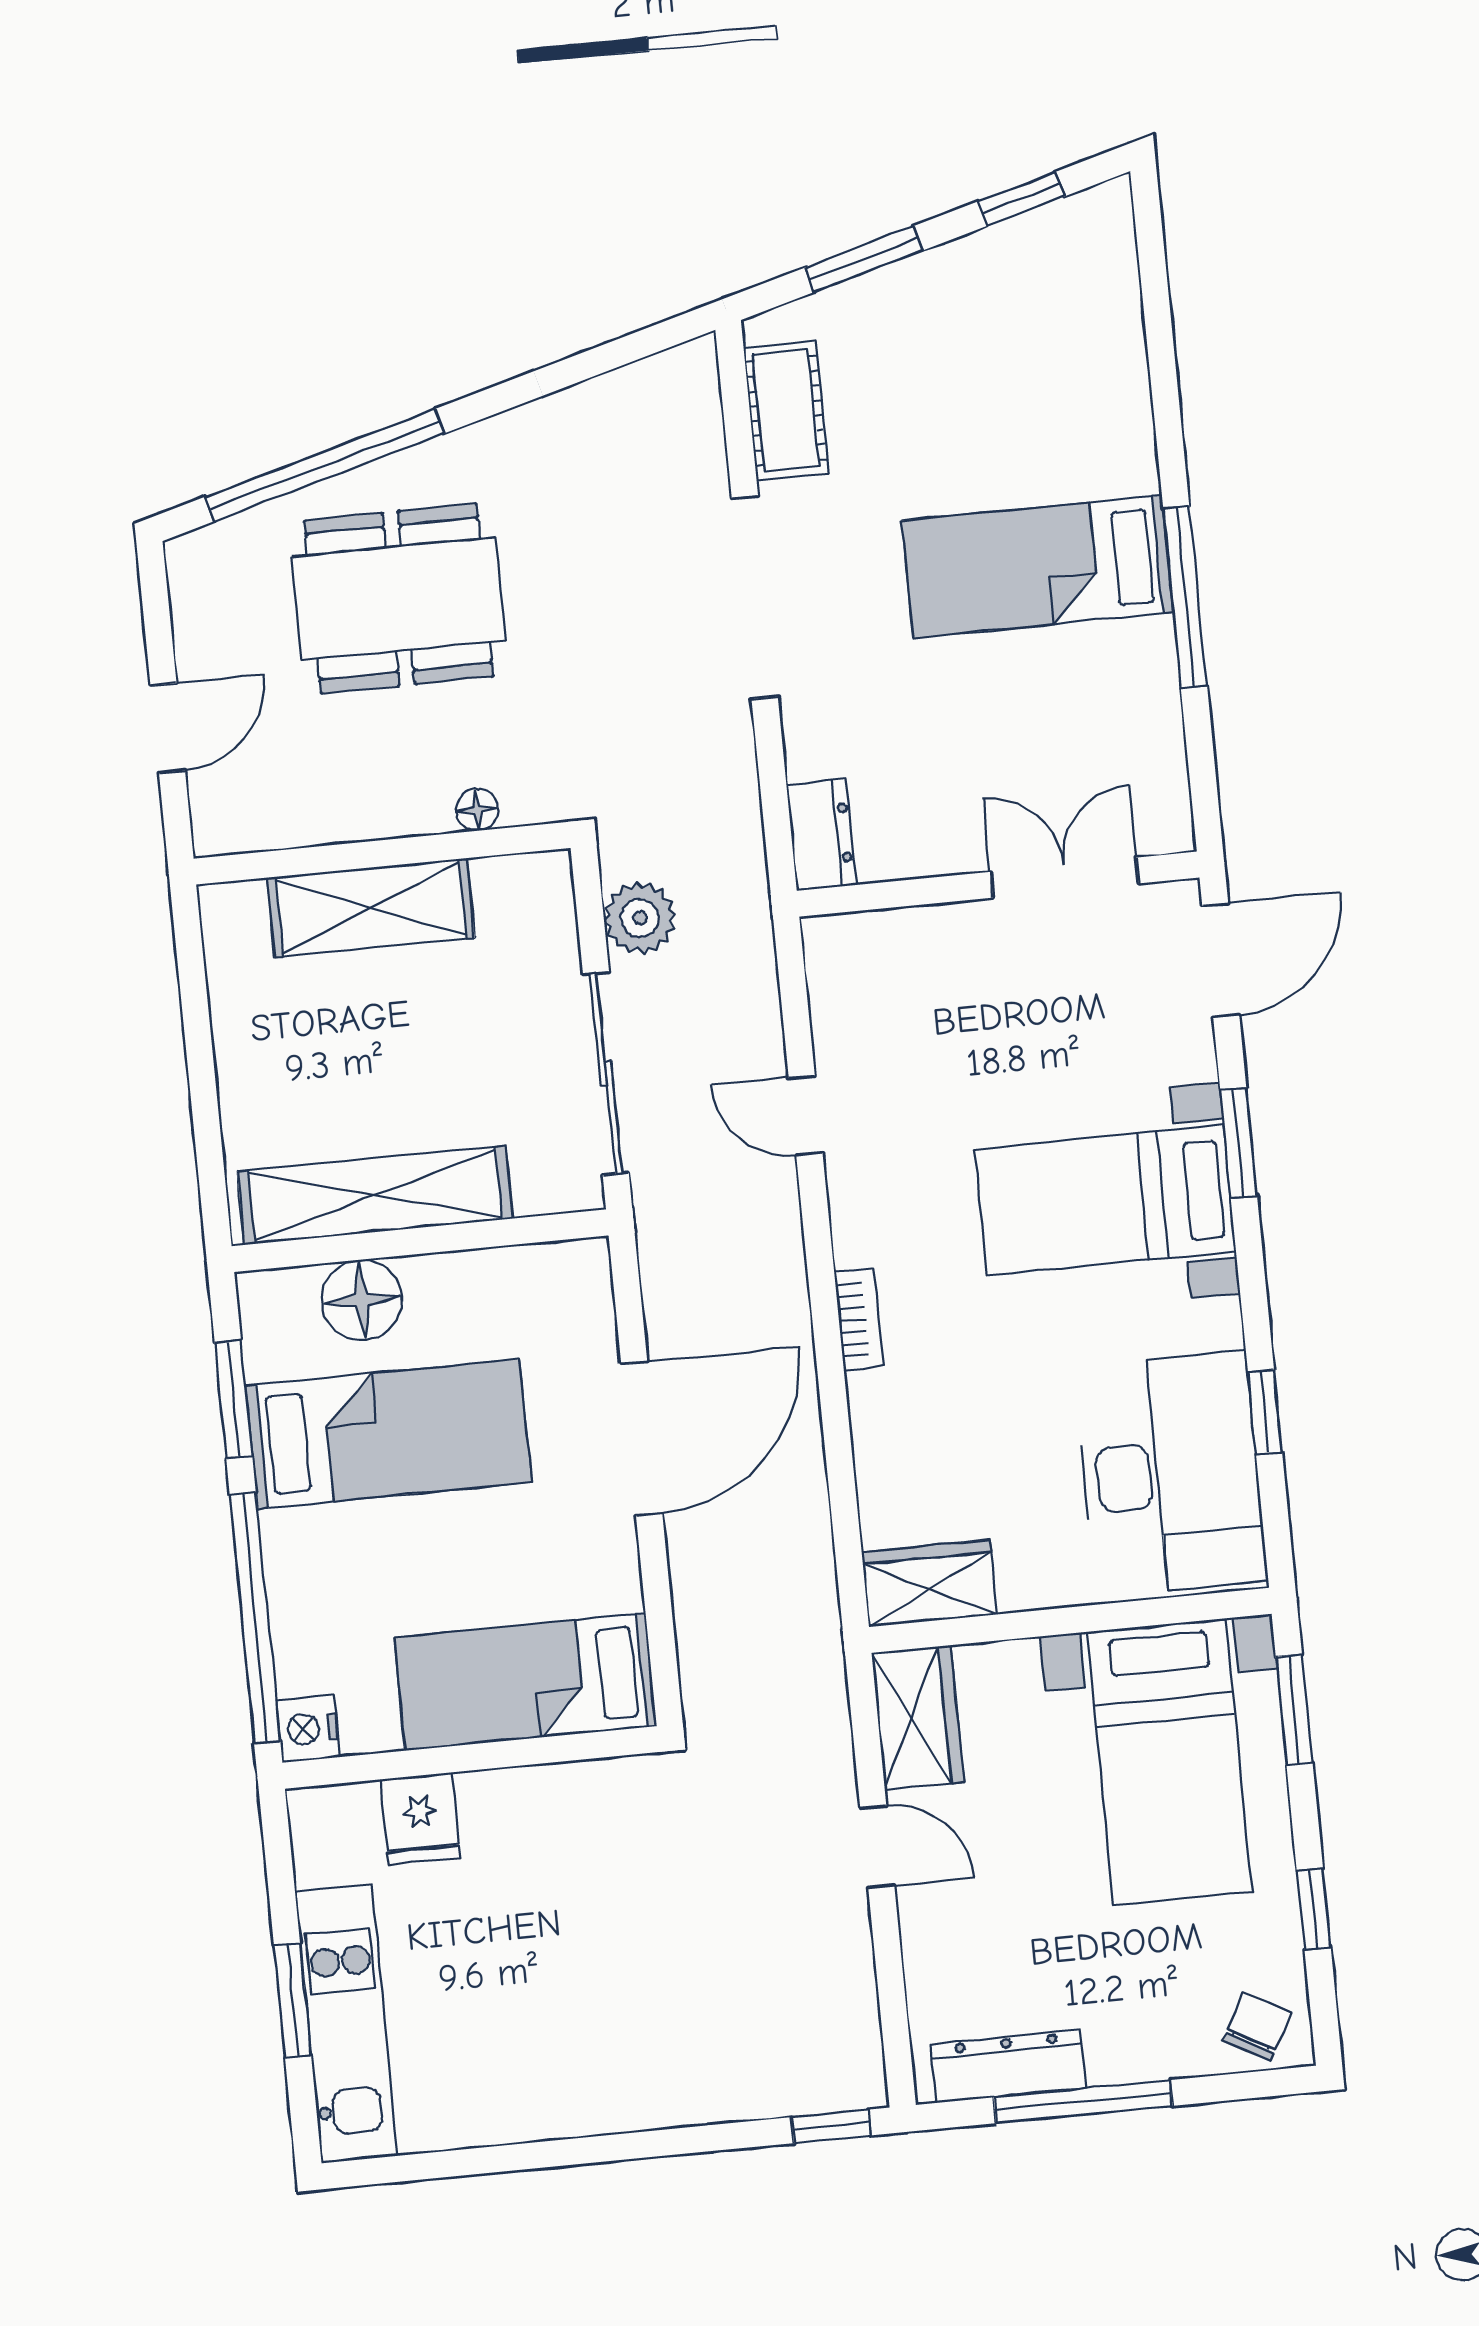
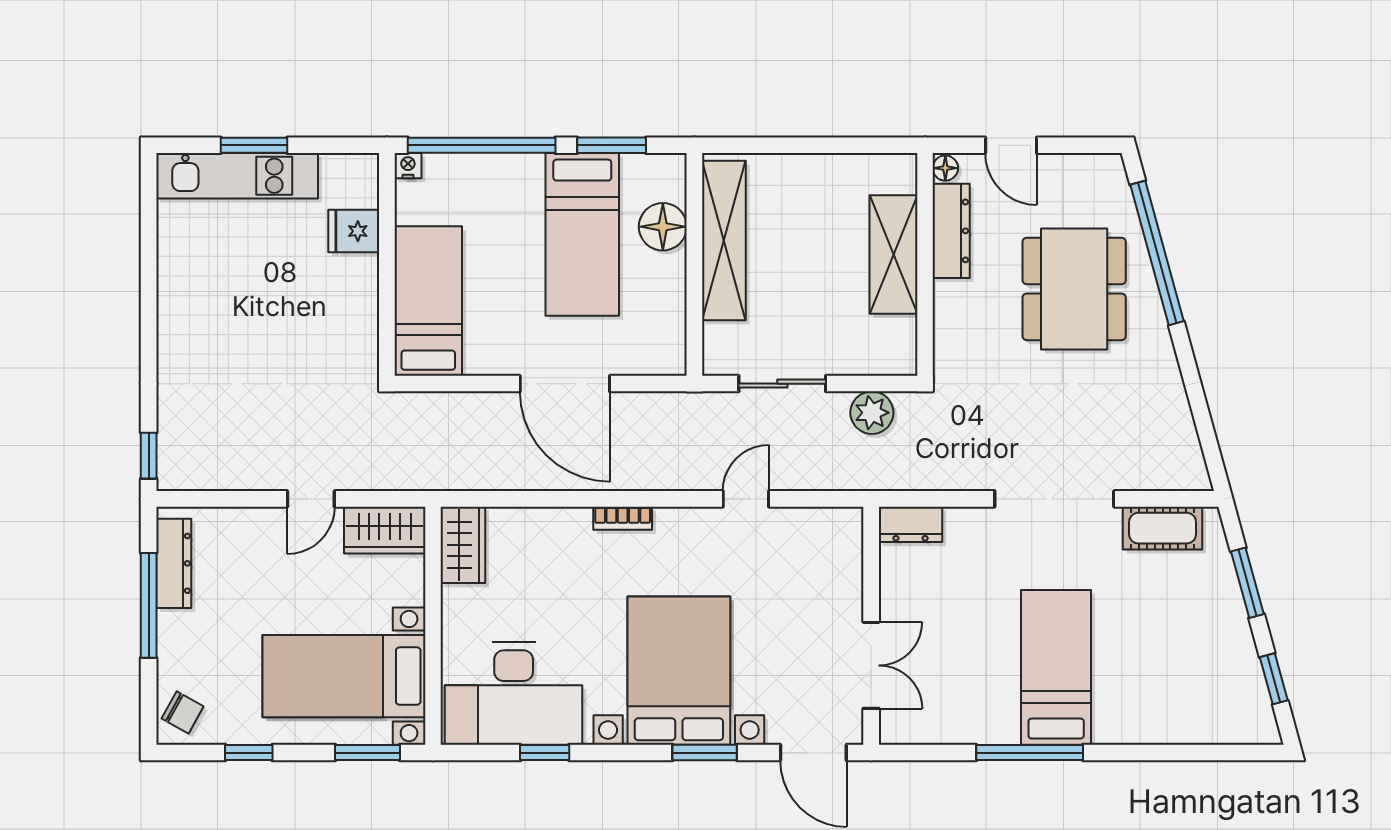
floor lamp: (477, 809) -> (945, 168), moved
dresser: (321, 815) -> (951, 231), added
sliding door: (606, 1073) -> (782, 384), width x0.73
bed with nightstands: (1105, 1200) -> (679, 671), width x1.36
nightstand: (308, 1729) -> (408, 166), width x0.72, depth x0.74

